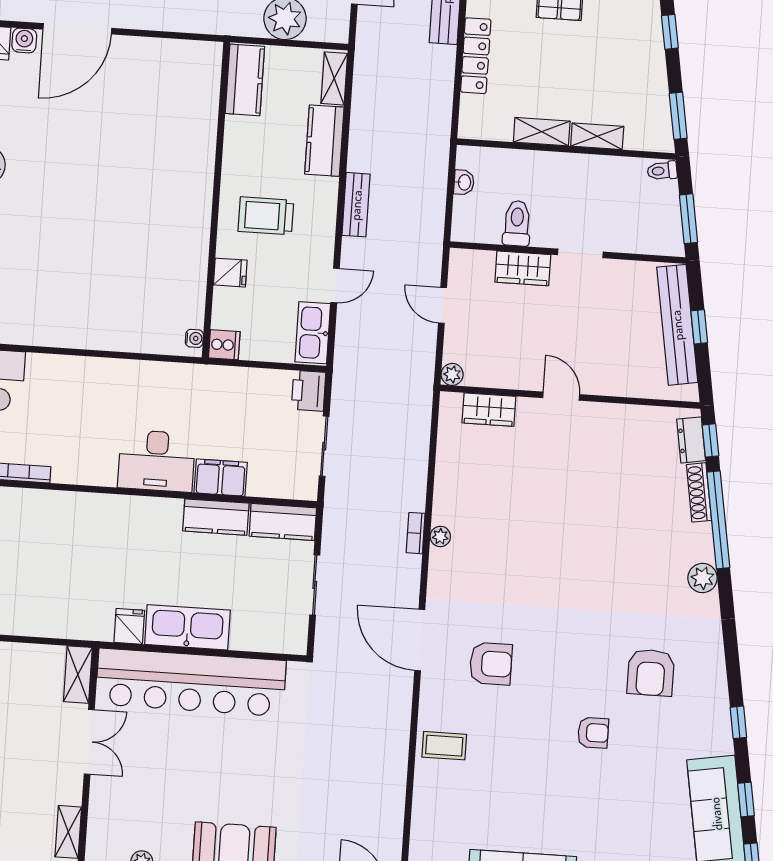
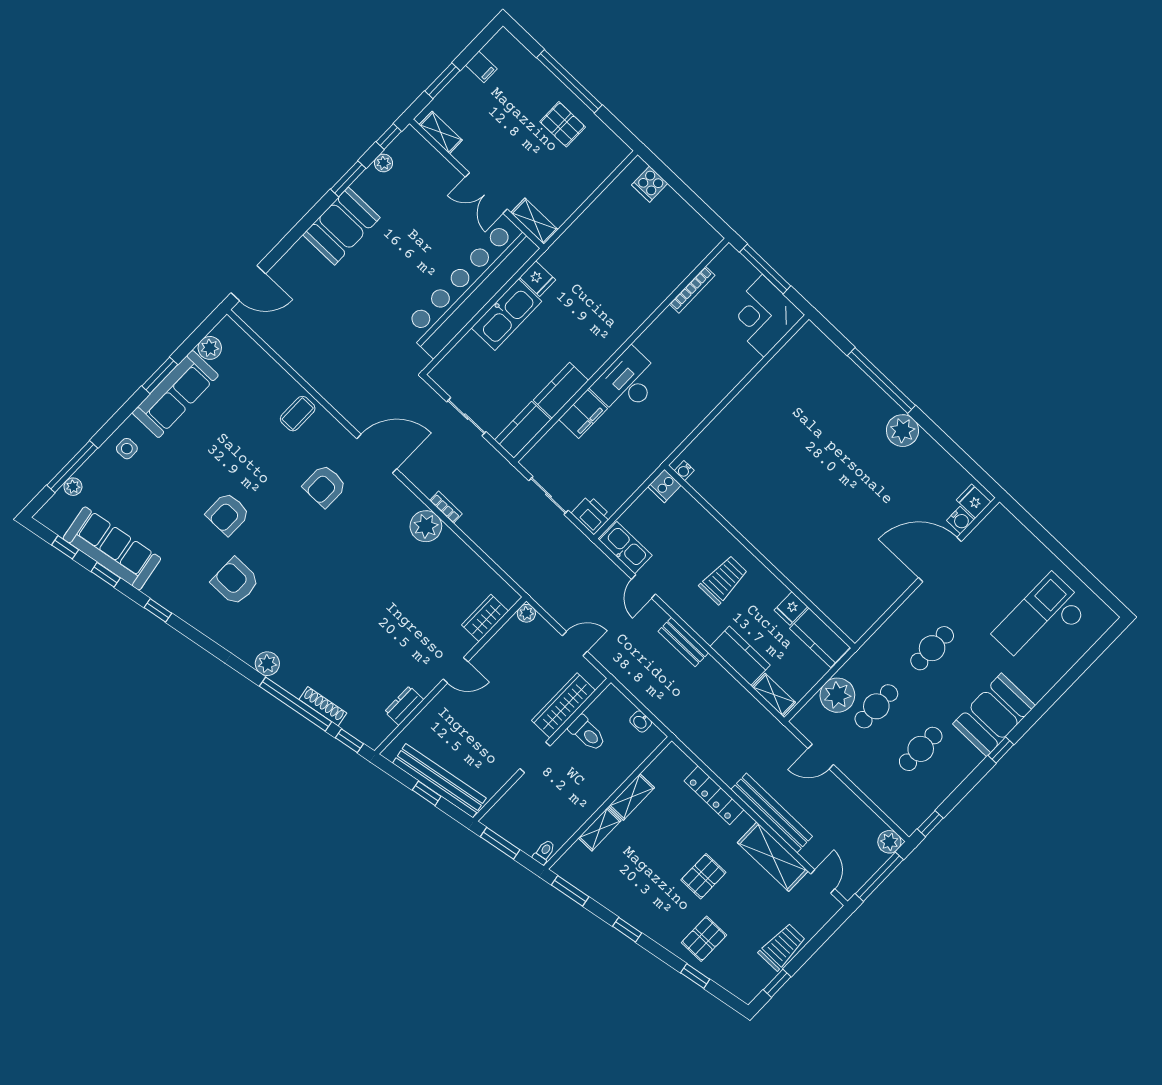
door: (77, 29) -> (940, 560), hinge flipped
wardrobe: (523, 268) -> (563, 705), width x1.50
fridge: (230, 273) -> (791, 608), moved
dresser: (691, 440) -> (404, 706), moved, turned -80
plant: (440, 536) -> (426, 526), width x1.88, depth x1.88
armchair: (593, 733) -> (228, 514), width x1.38, depth x1.38

